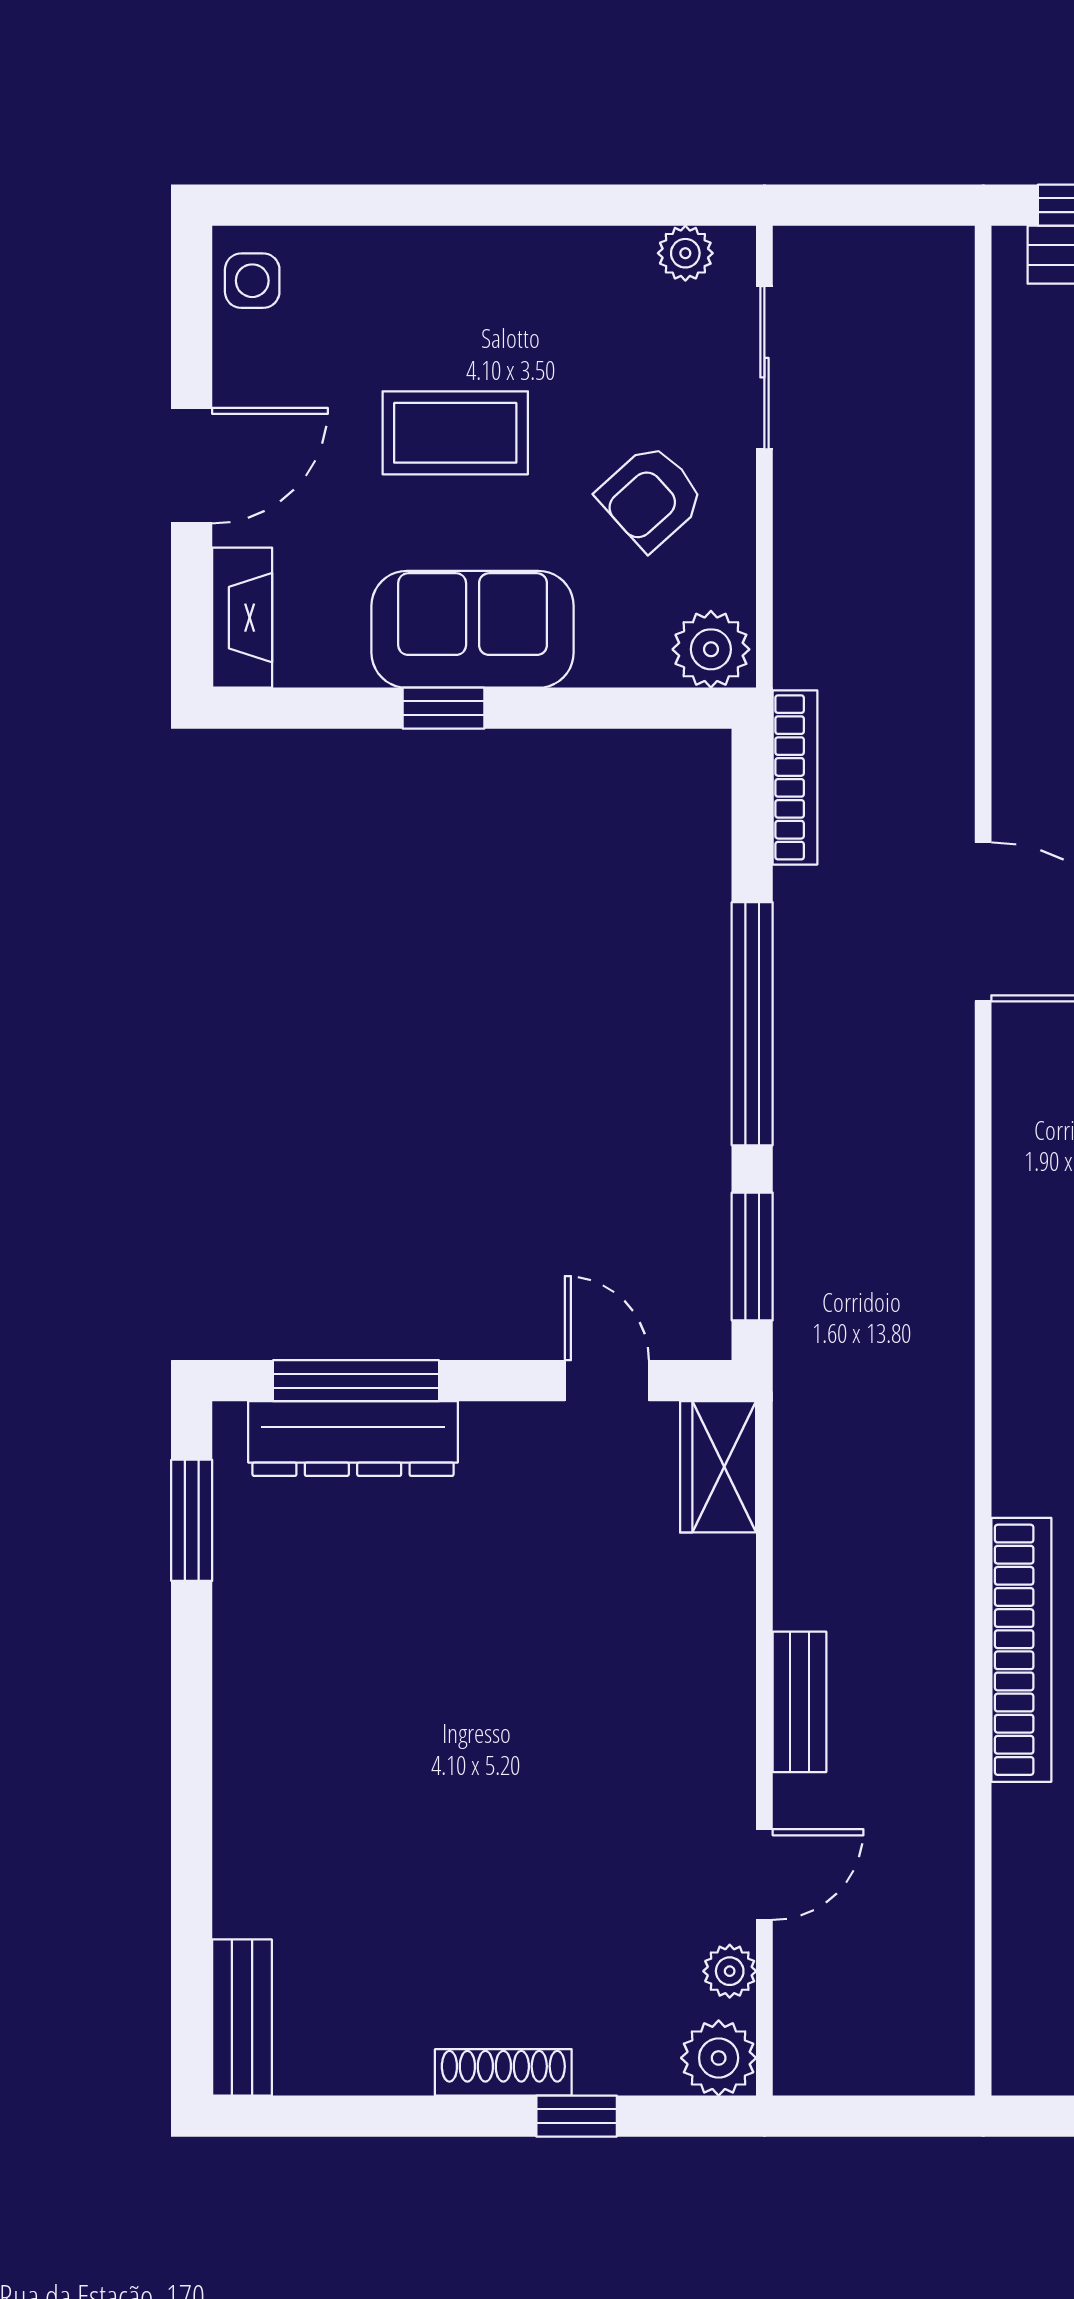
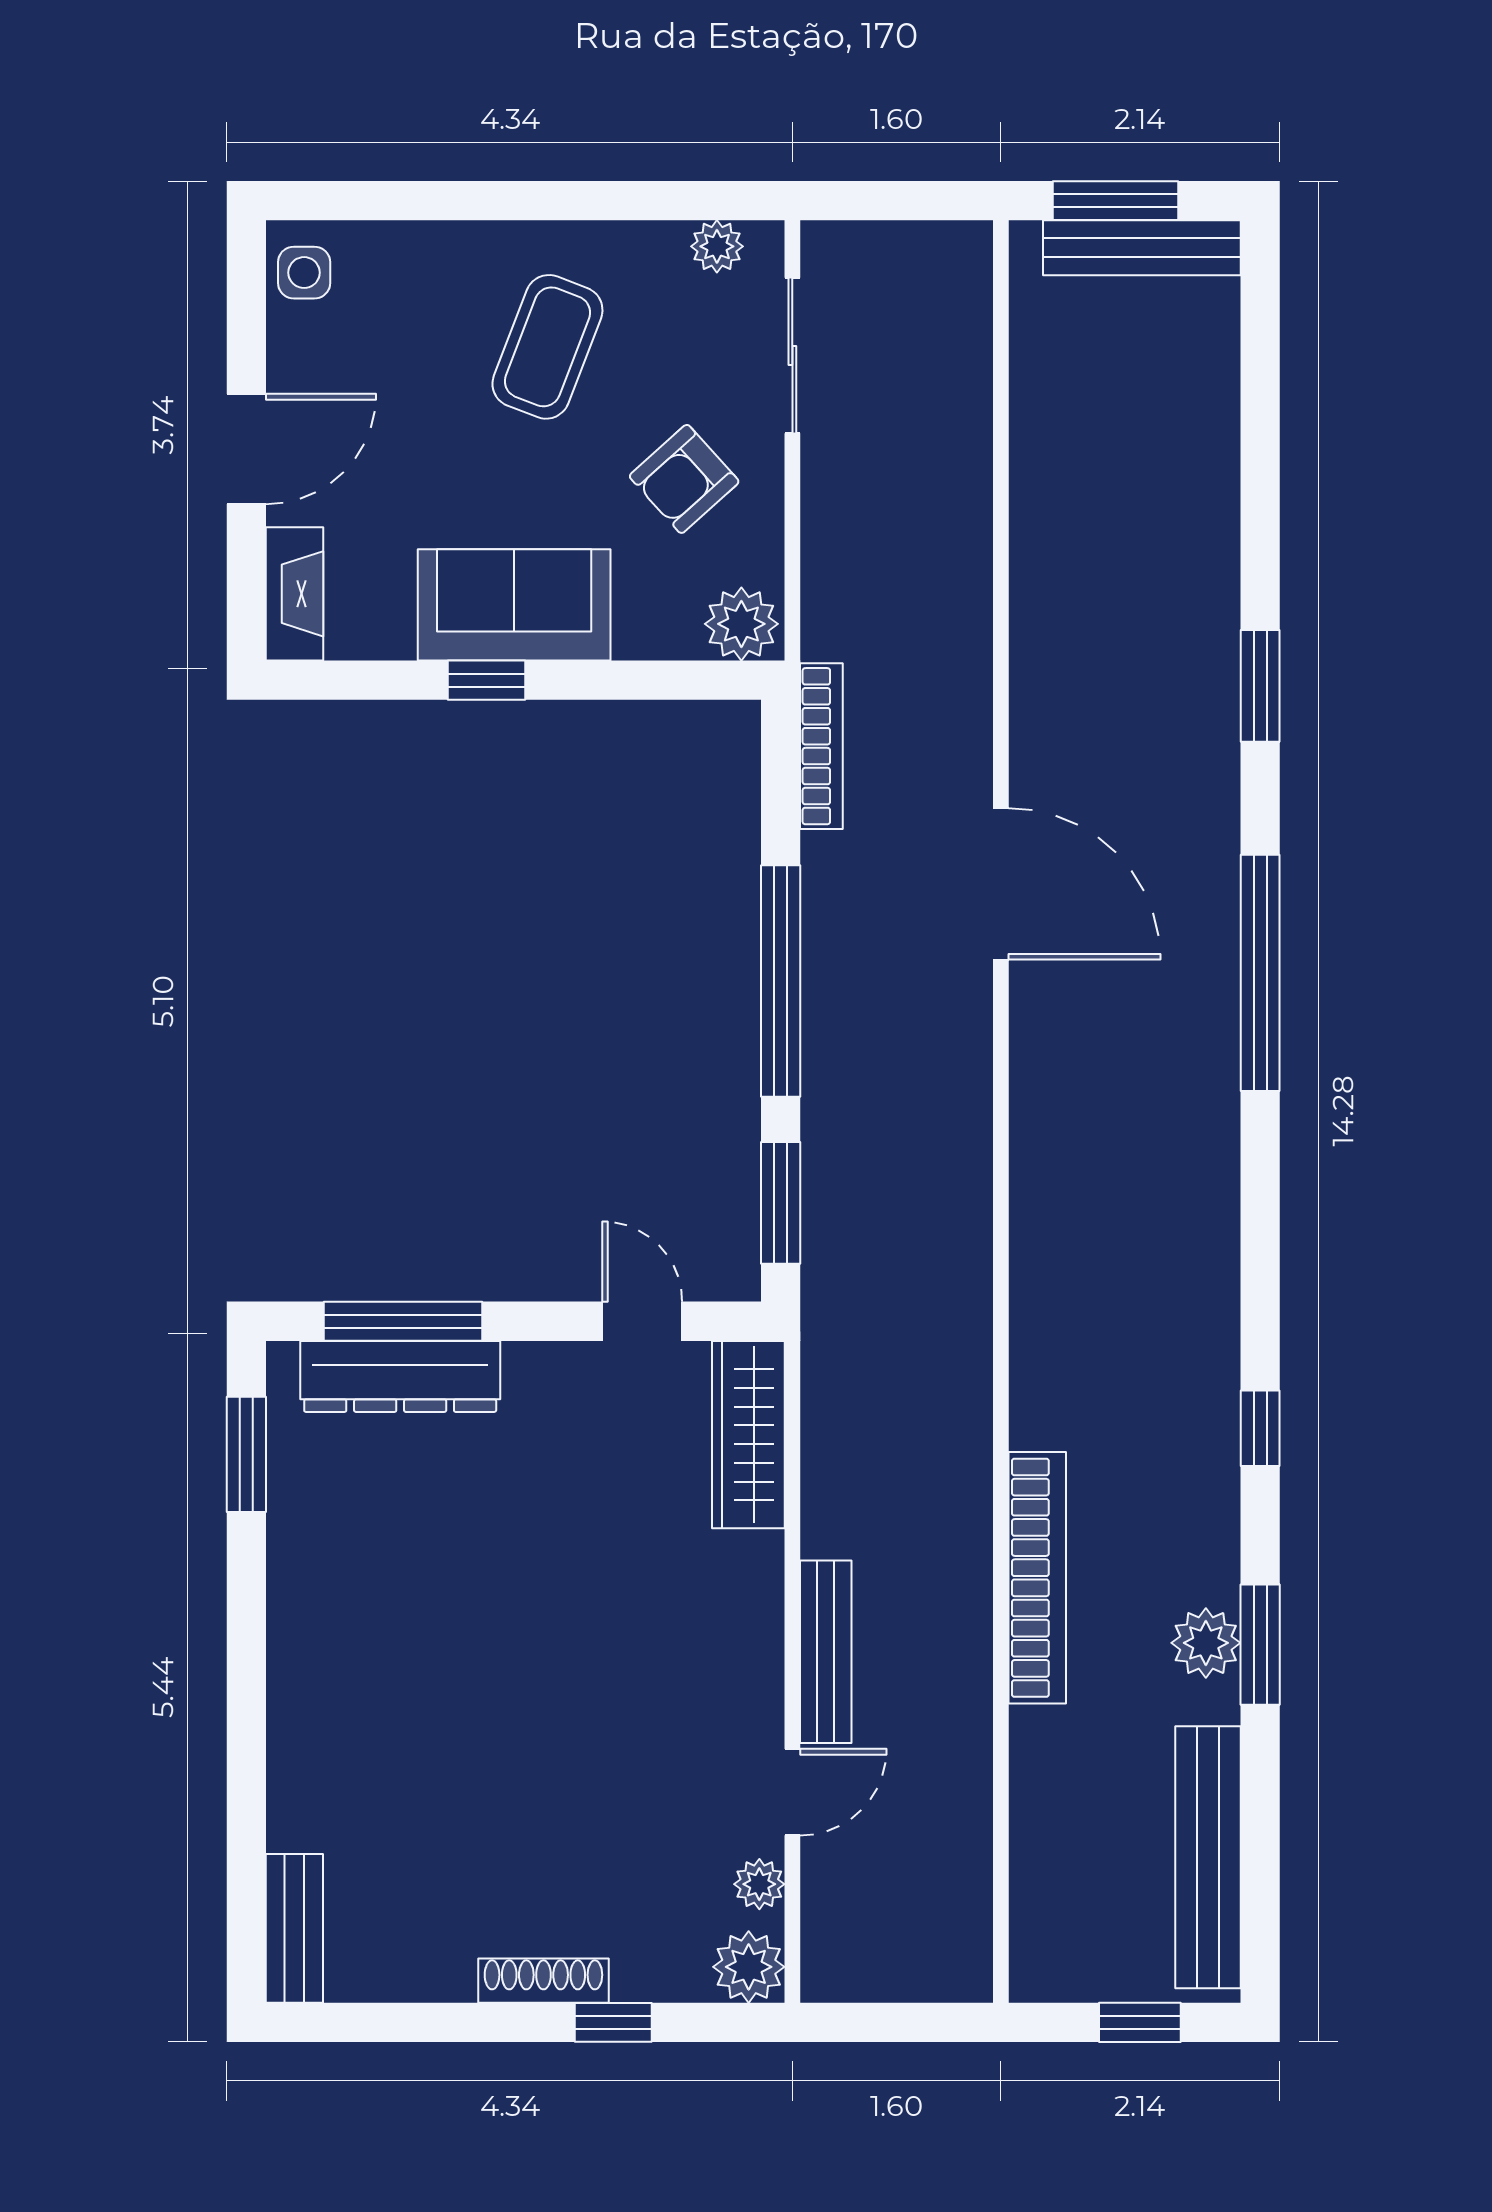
coffee table: (455, 433) -> (547, 347), moved, turned -69
wardrobe: (718, 1467) -> (748, 1435), width x1.50
bench: (799, 1702) -> (826, 1652), width x1.36

